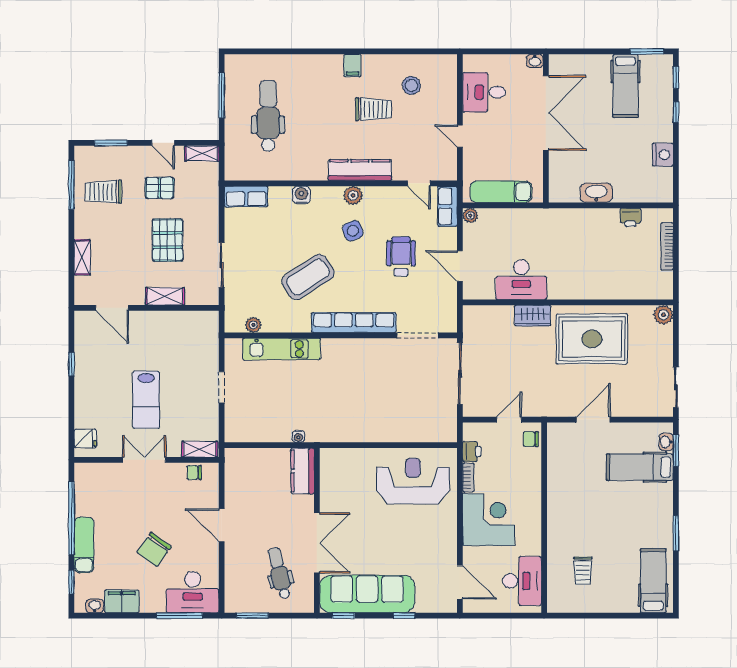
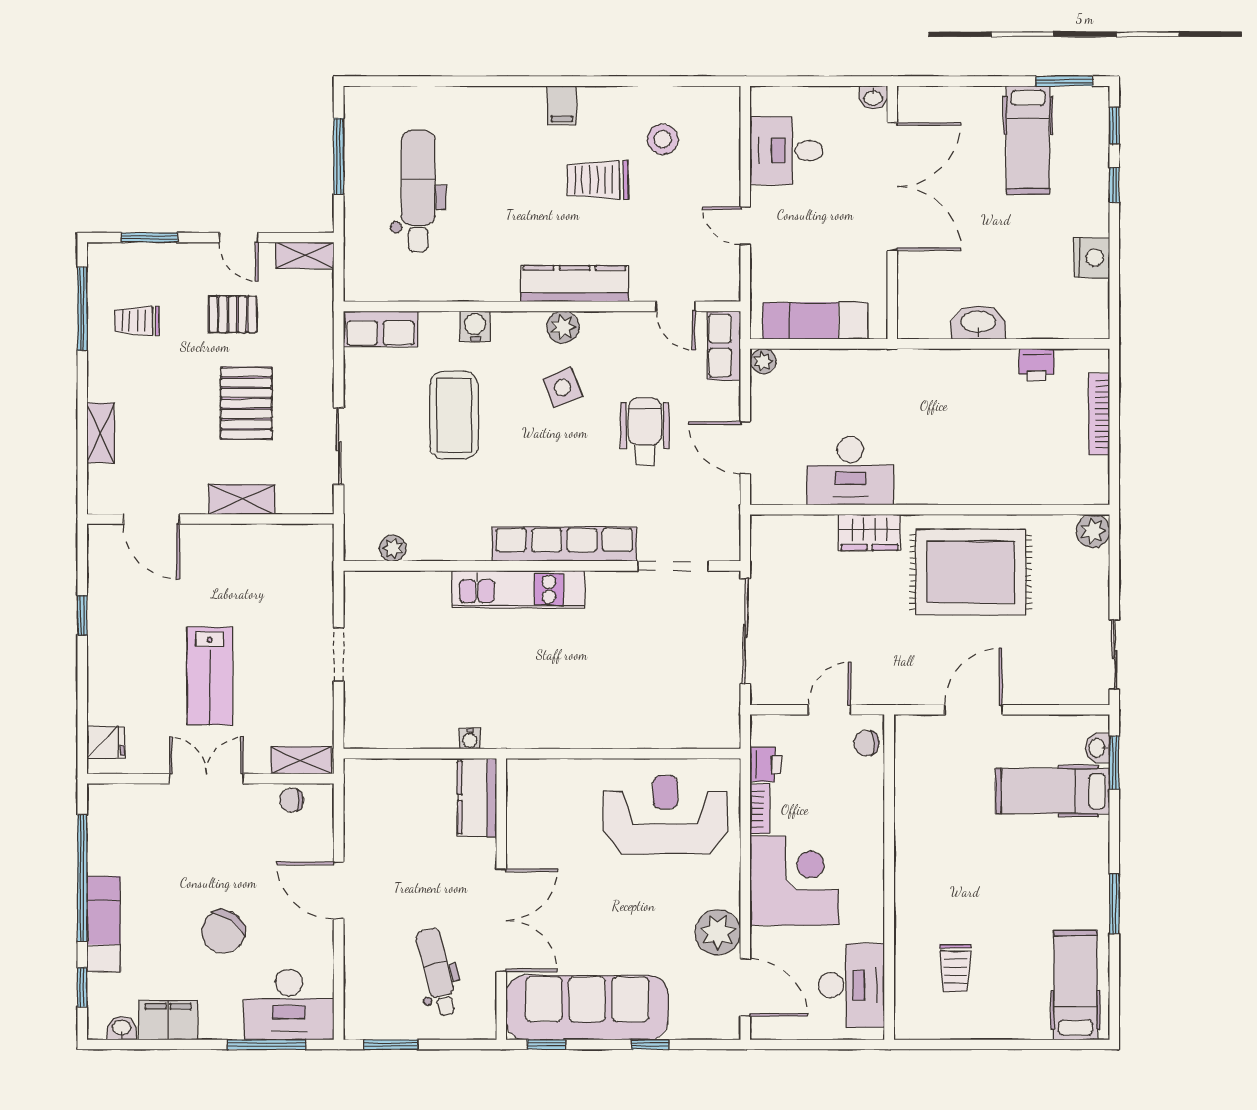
trolley: (373, 109) -> (598, 180), turned 180
trolley: (103, 192) -> (137, 321), width x0.73, depth x0.72
coffee table: (308, 277) -> (454, 415), moved, turned -57
kitchen unit: (281, 349) -> (518, 589), moved
plant: (444, 550) -> (718, 932), added

